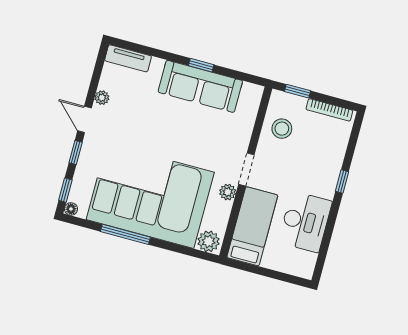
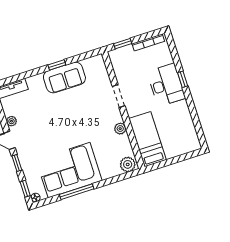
sofa: (200, 86) -> (64, 78), width x0.73
stool: (282, 129) -> (128, 71), removed
doorway: (246, 170) -> (119, 96), moved
corner sofa: (150, 196) -> (69, 170), width x0.73, depth x0.74
desk: (305, 222) -> (166, 85), moved

